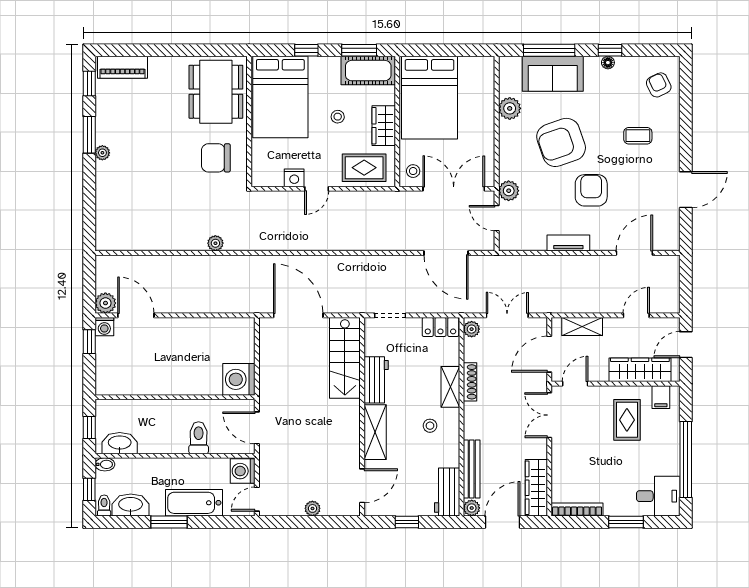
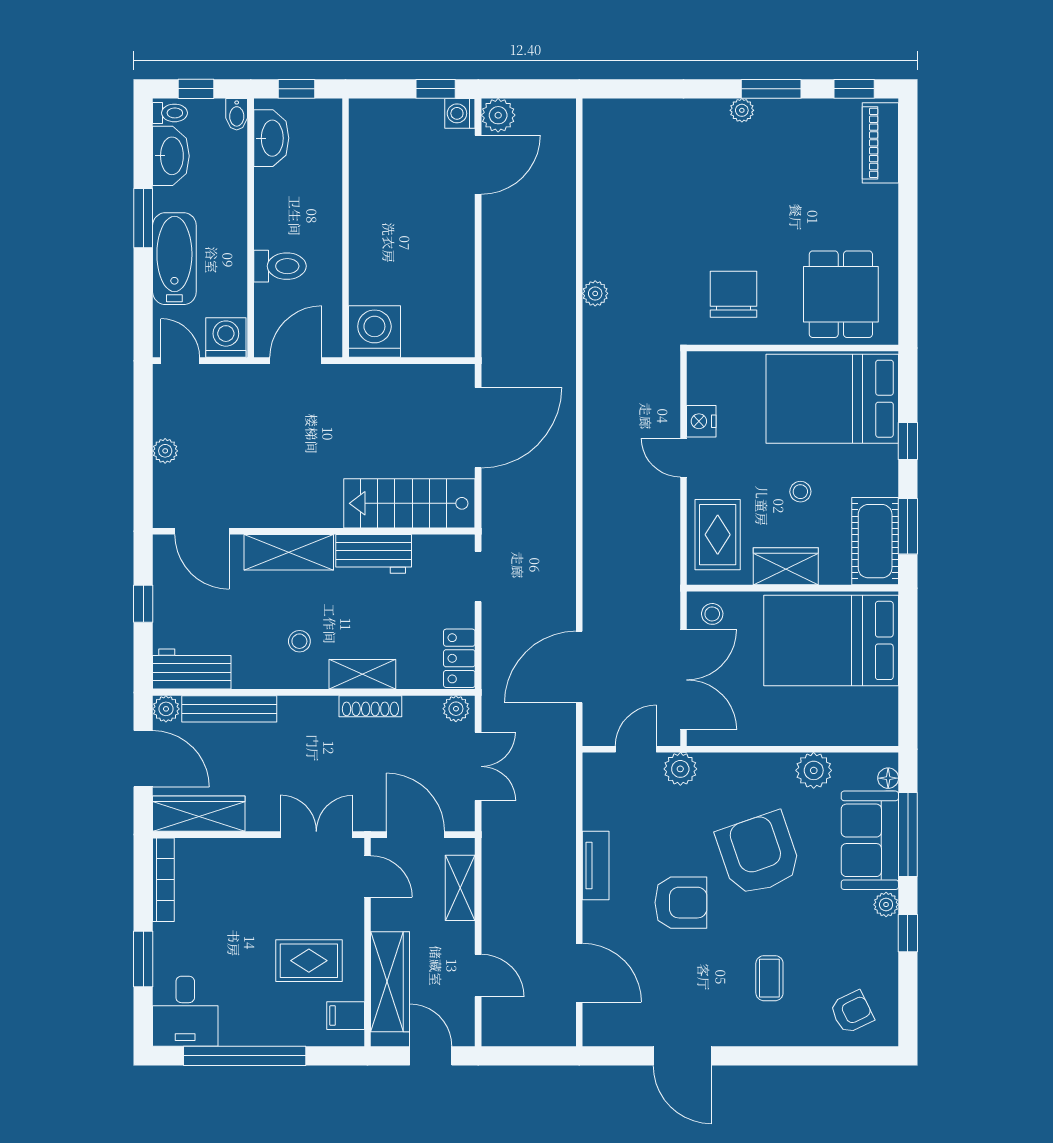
floor lamp: (608, 63) -> (888, 778), moved
plant: (592, 64) -> (886, 905), added
dining table: (216, 92) -> (841, 294), width x0.73

